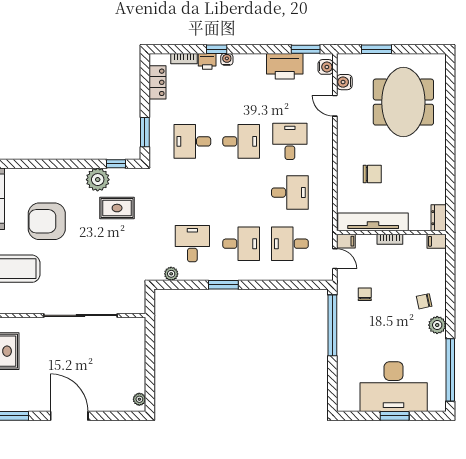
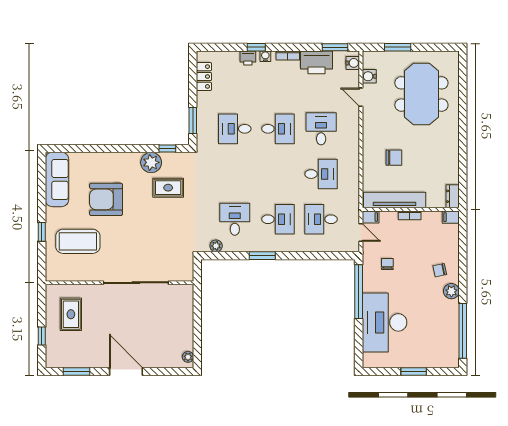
bookcase: (184, 59) -> (288, 56), moved
desk: (394, 387) -> (385, 322), moved, turned 90

